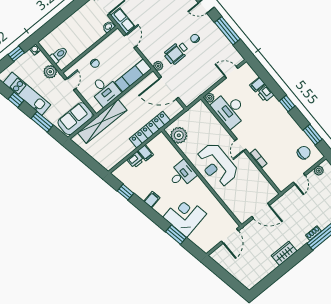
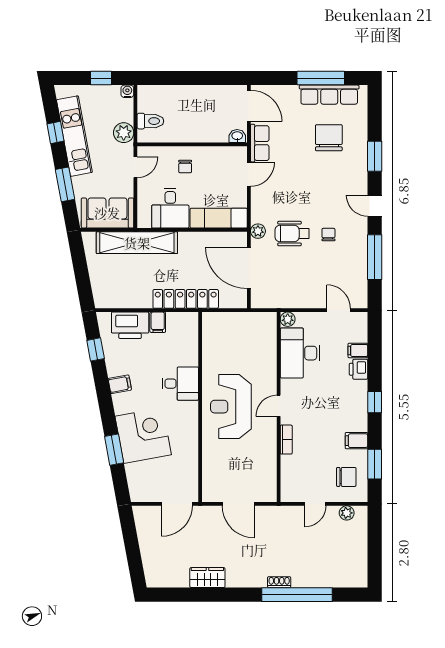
filing cabinet: (294, 130) -> (356, 441), added
plant: (179, 135) -> (215, 334), removed
printer: (135, 160) -> (130, 325), width x1.87, depth x1.48
wardrobe: (284, 253) -> (207, 578), moved

